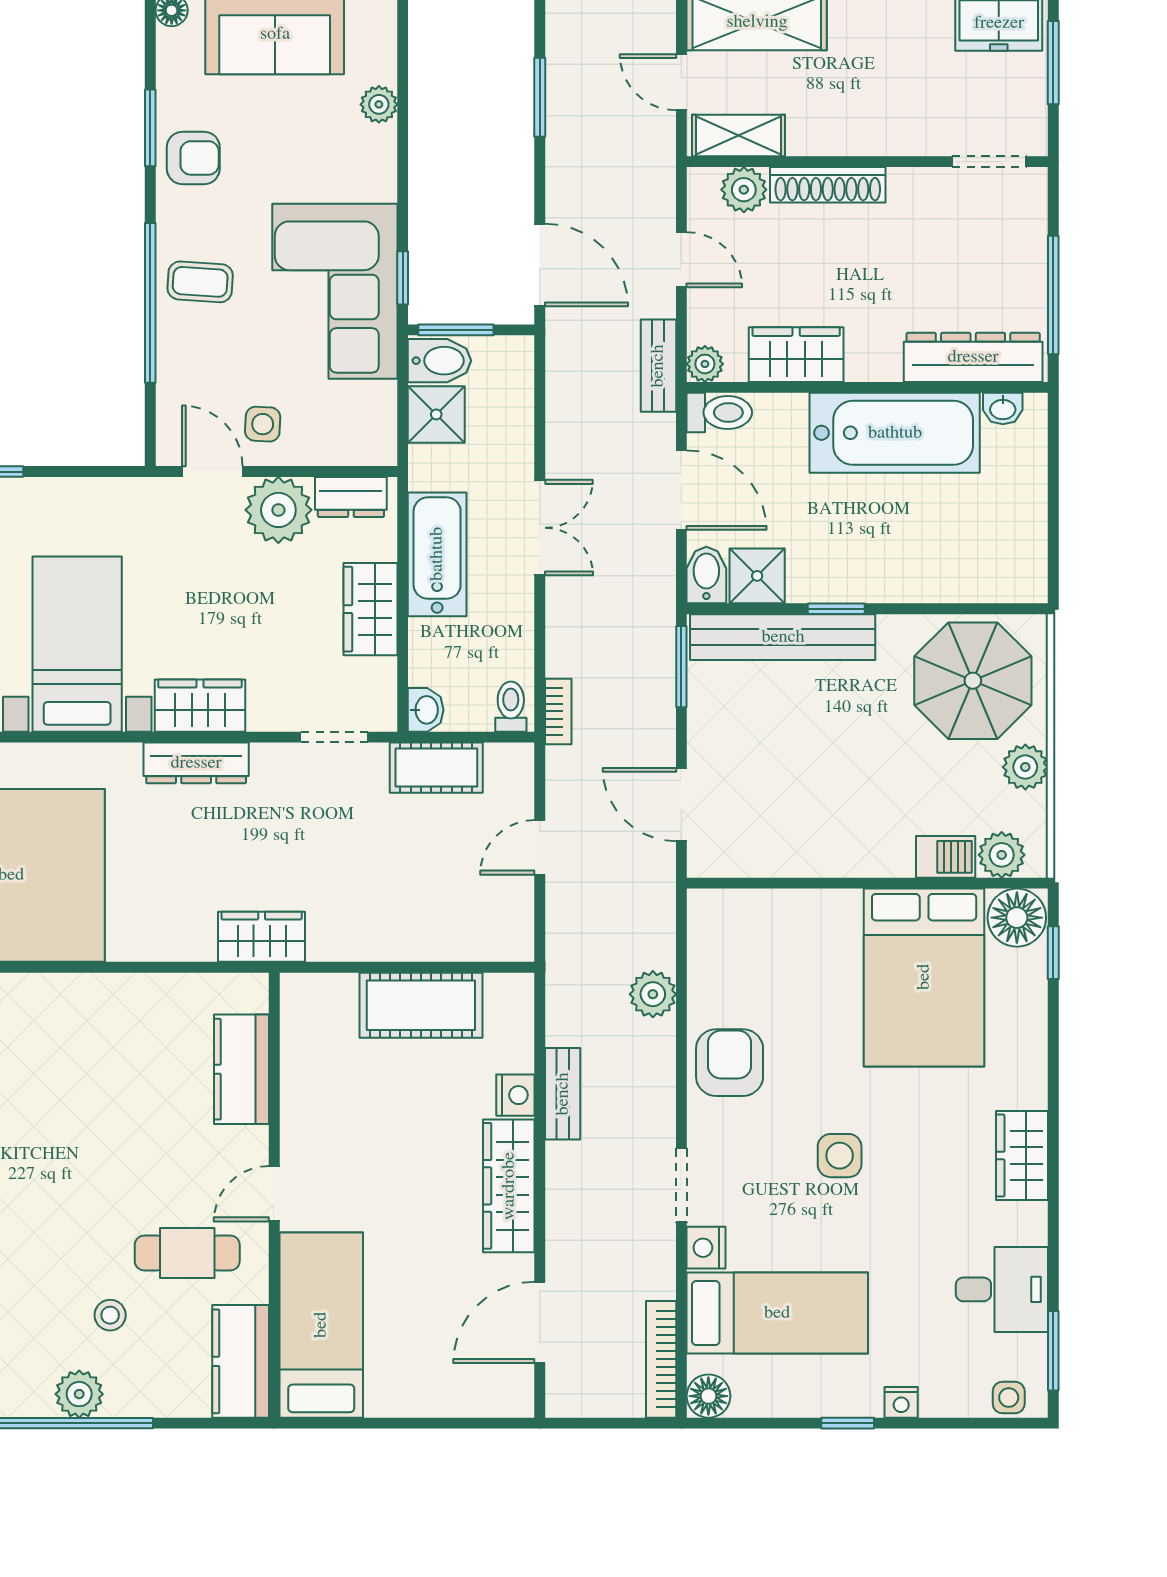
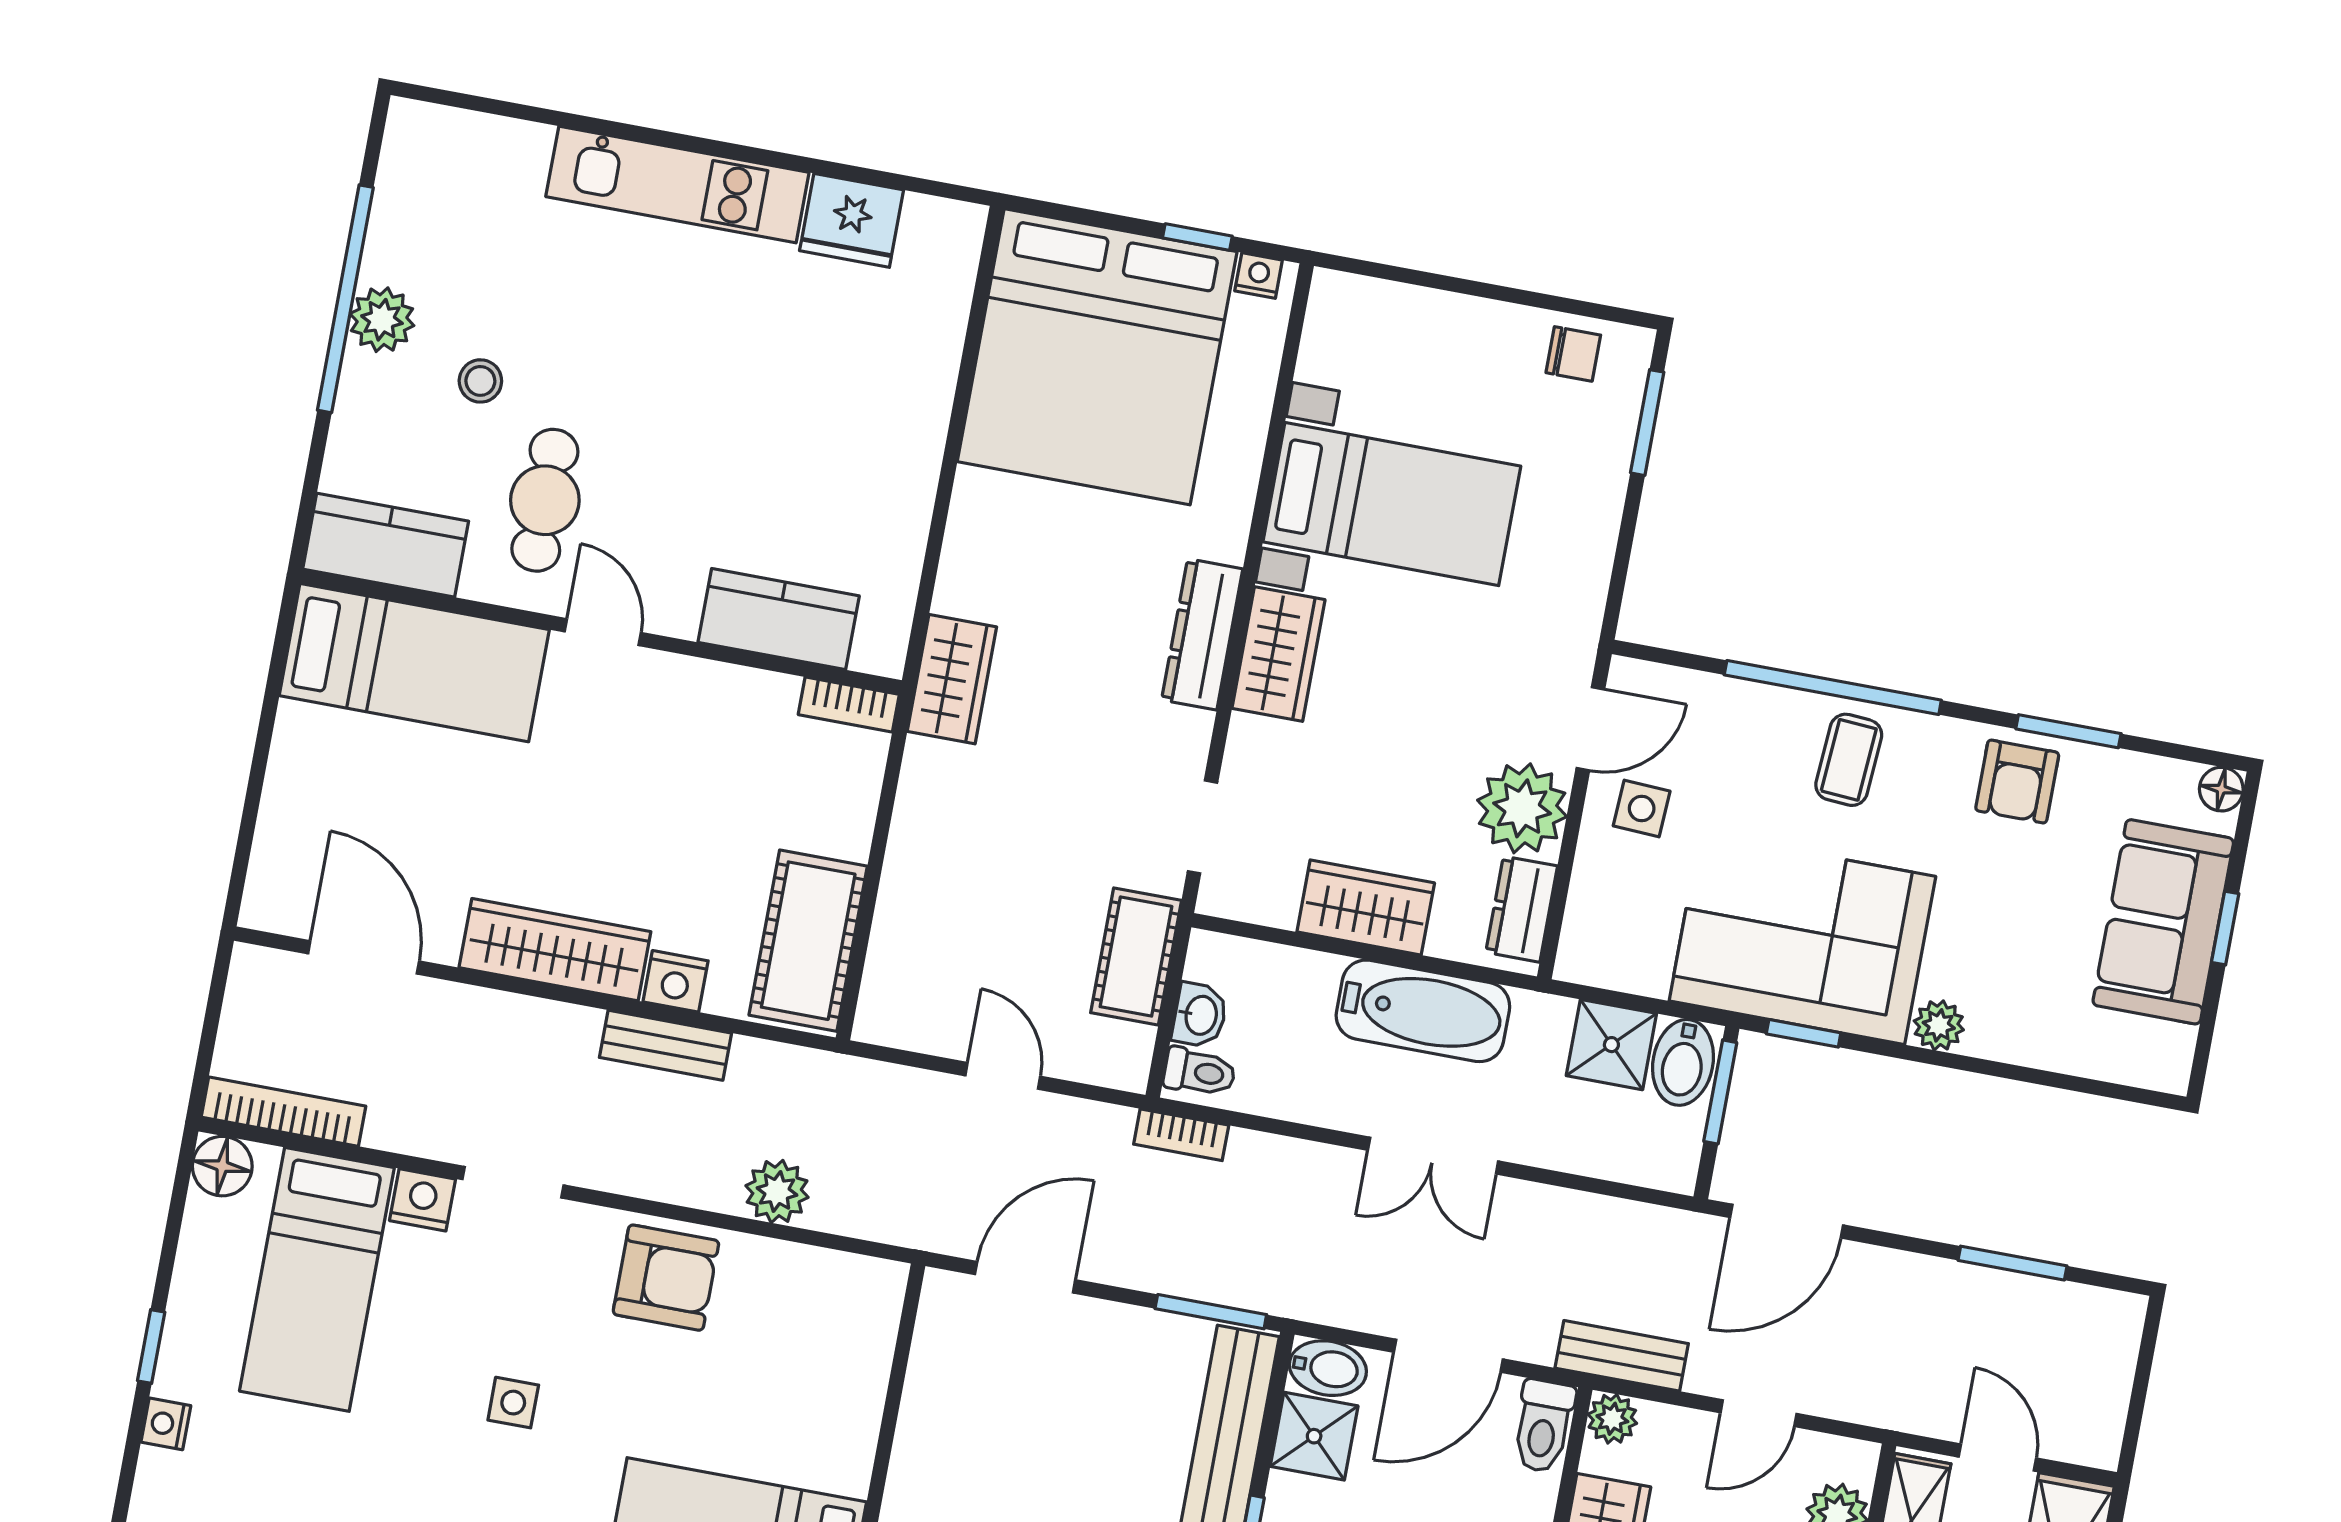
door: (681, 82) -> (1997, 1457), hinge flipped
plant: (379, 104) -> (1939, 1025), moved
washbasin: (426, 710) -> (1200, 1015), moved, turned -90
cot: (421, 1005) -> (808, 941), moved
bookcase: (294, 1008) -> (849, 705), added
side table: (840, 1156) -> (513, 1403), width x0.73, depth x0.73

